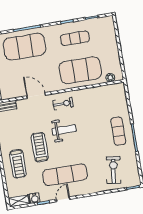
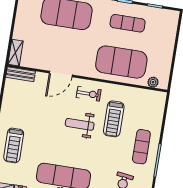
door: (36, 96) -> (61, 74), swing flipped
weight bench: (64, 130) -> (80, 124), turned 180
treadmill: (40, 147) -> (114, 119), moved, turned 180

